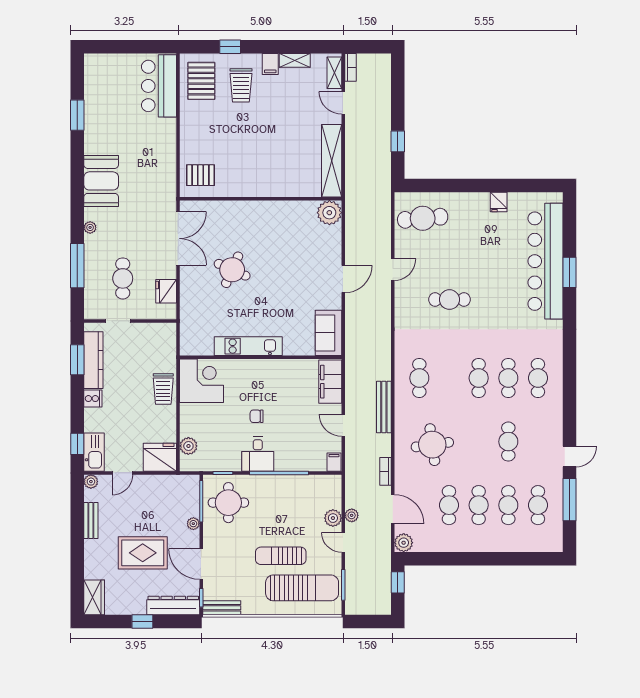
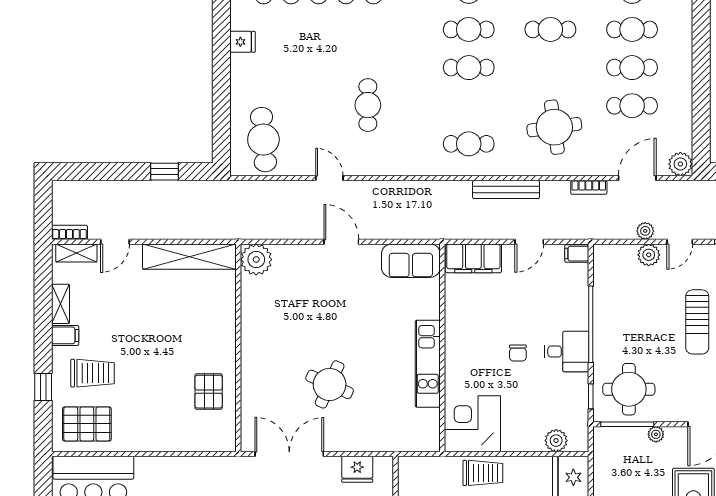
pallet: (200, 175) -> (209, 392), moved

